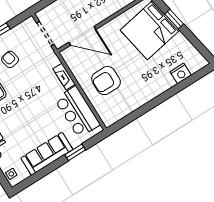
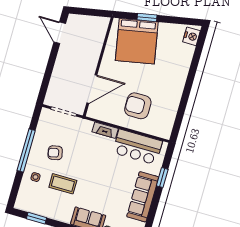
nightstand: (181, 73) -> (192, 36), moved
armchair: (106, 81) -> (138, 106), turned 90

